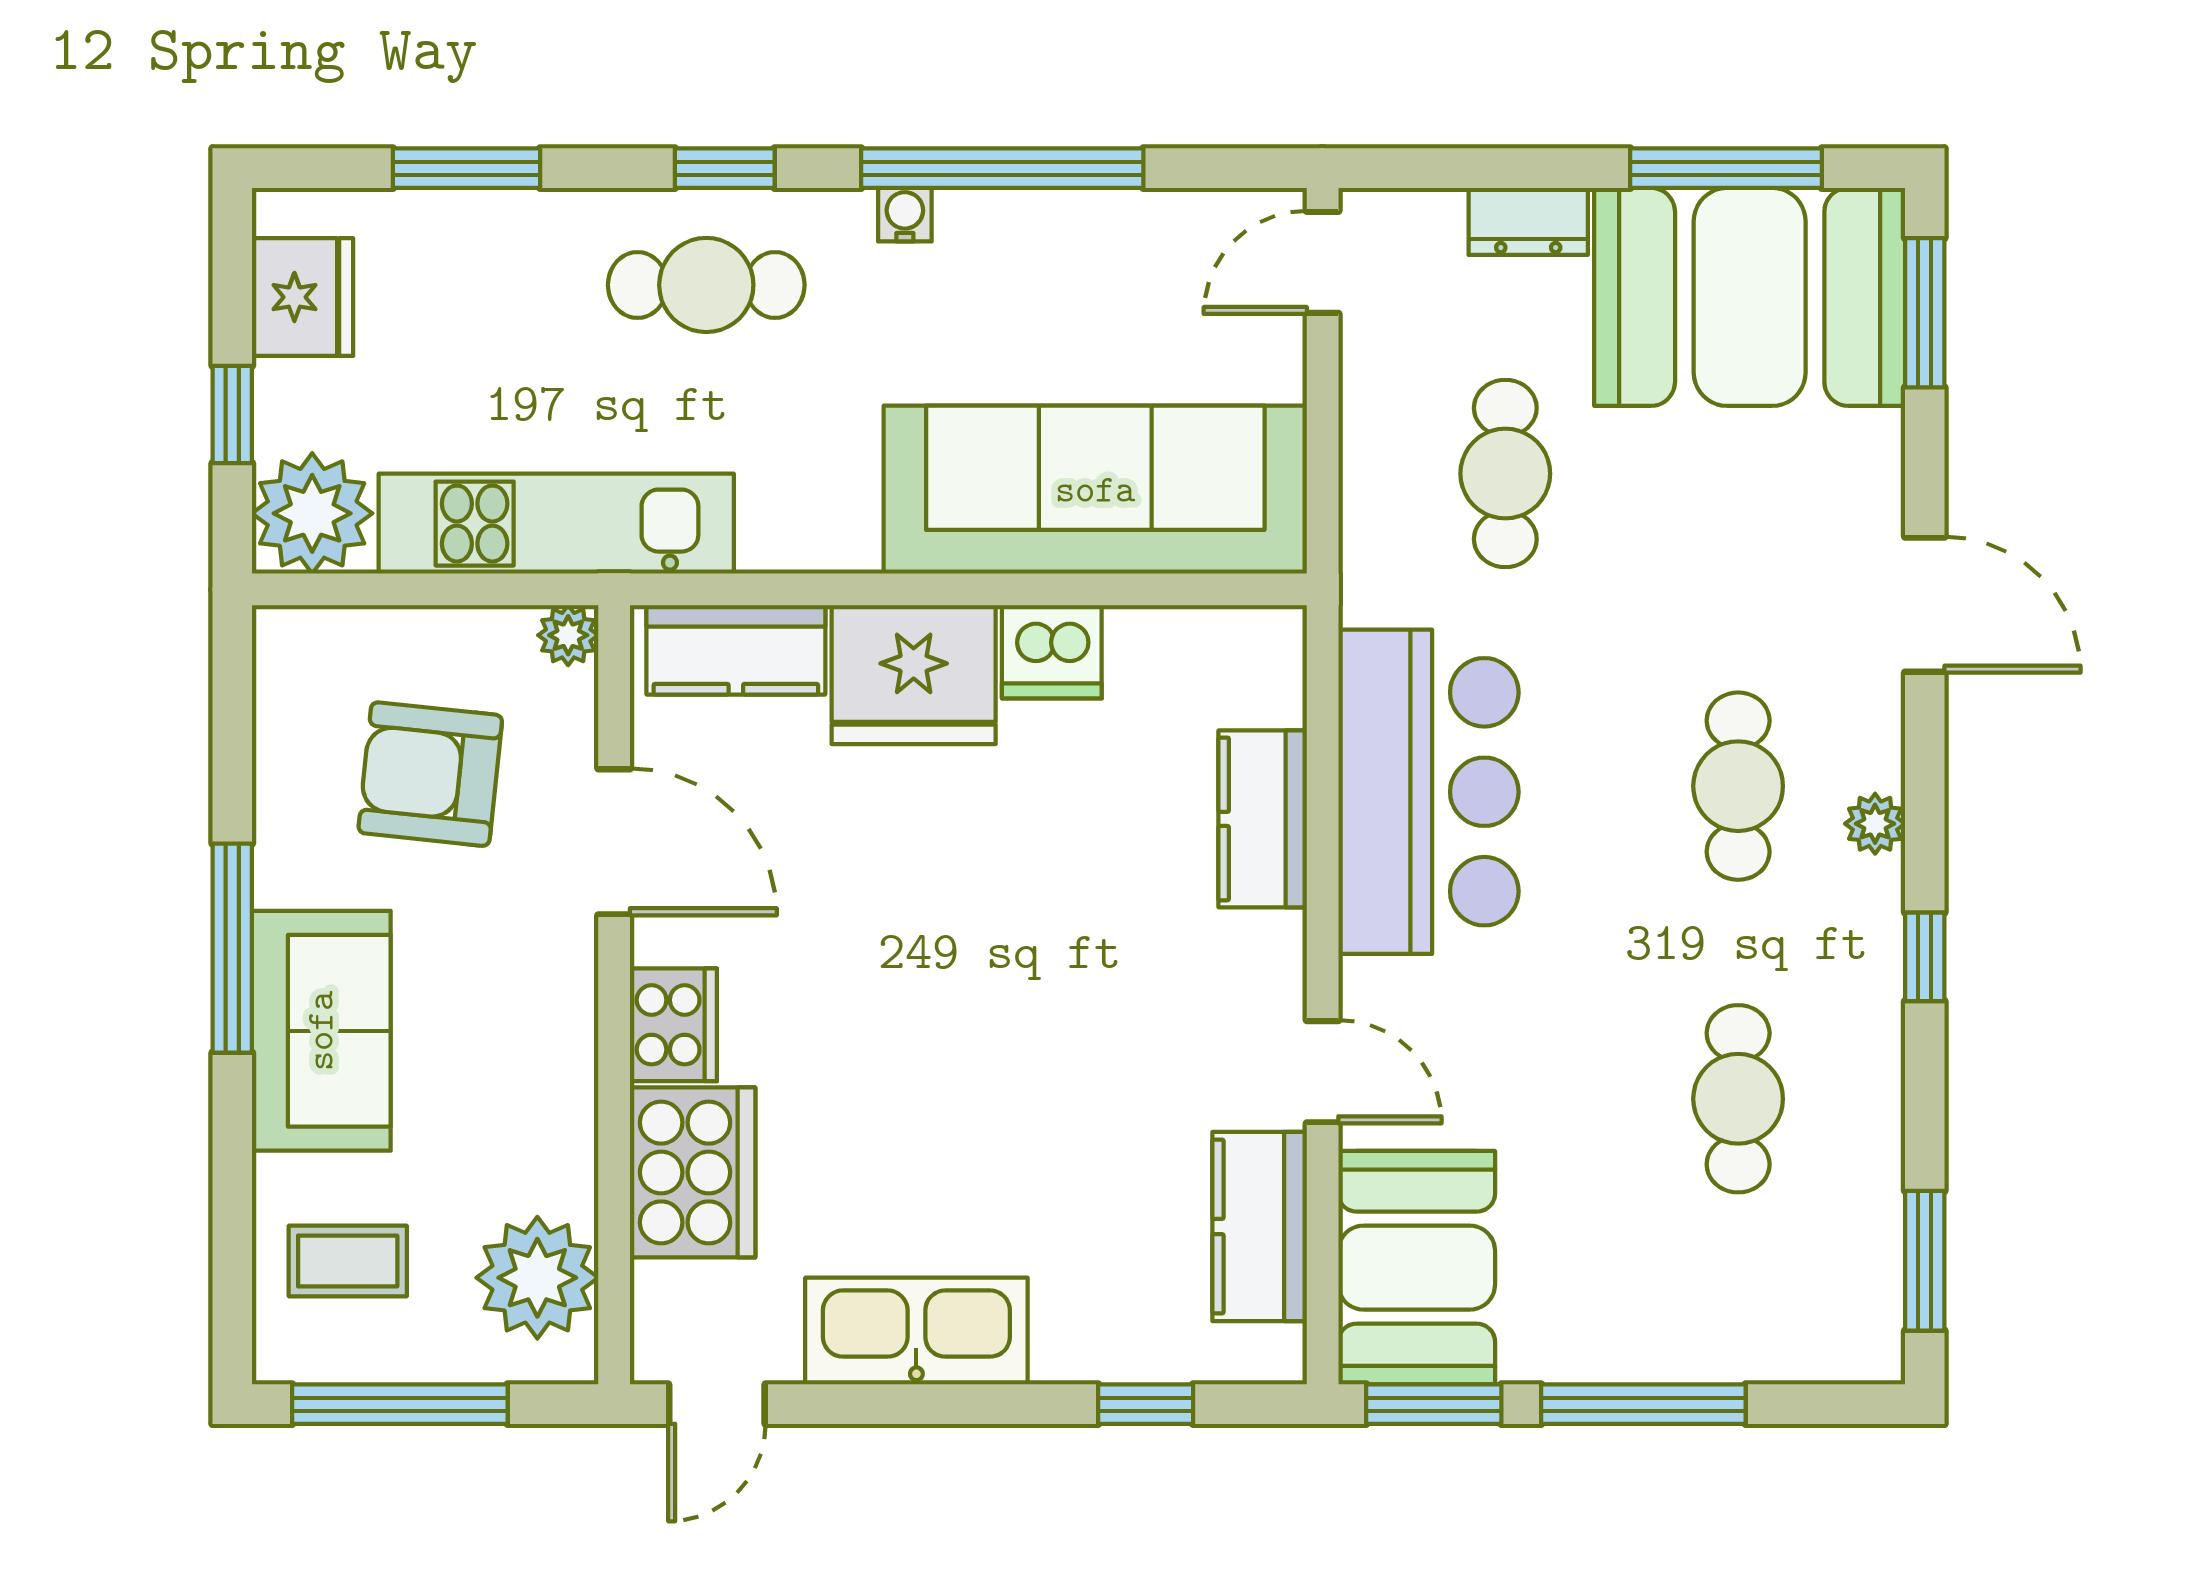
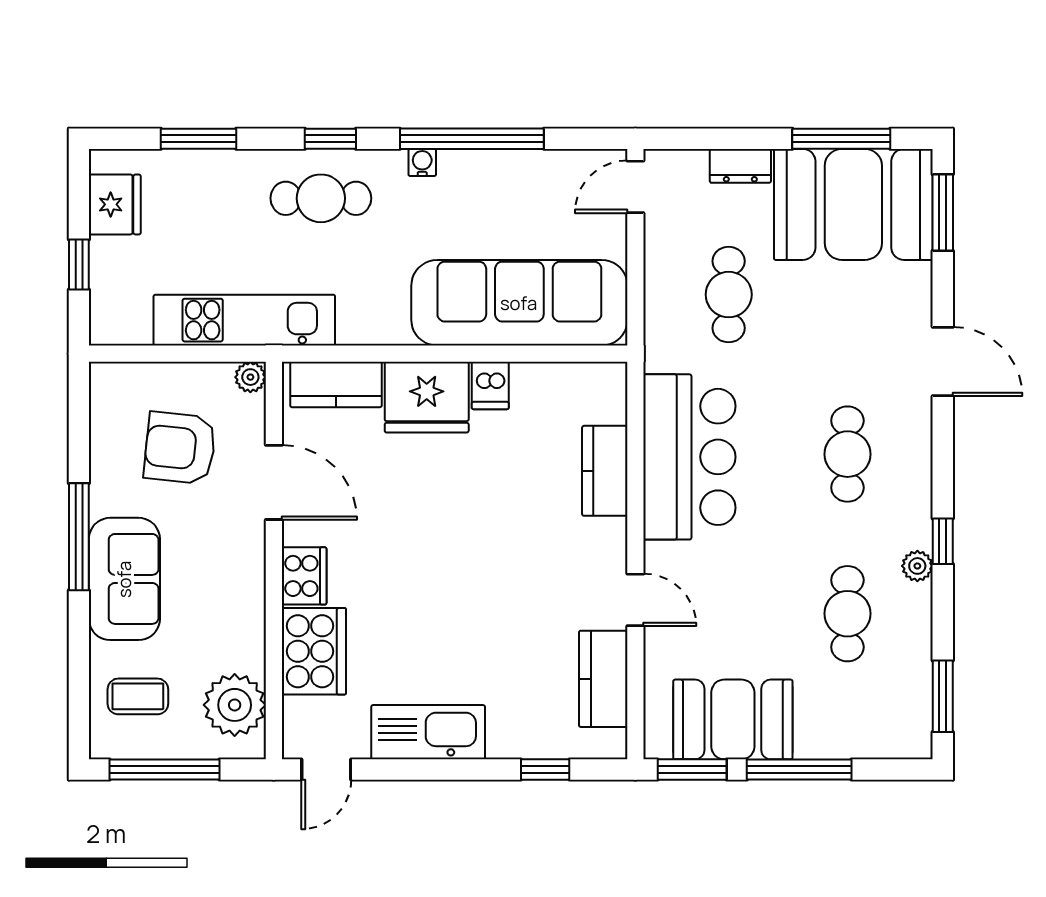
plant: (312, 513) -> (120, 315), removed
dishwasher: (1052, 652) -> (490, 386), width x0.73
plant: (1875, 824) -> (917, 566), moved
booth: (1417, 1268) -> (733, 719), moved, turned 90

